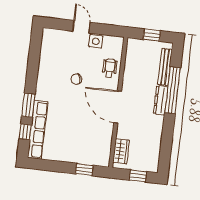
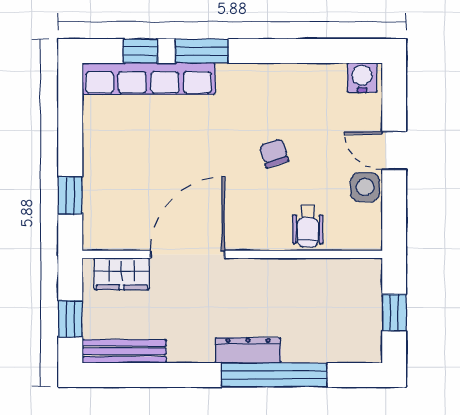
door: (81, 27) -> (394, 151), swing flipped
water cooler: (48, 37) -> (362, 78), added
bench: (165, 67) -> (124, 351), moved
wheelchair: (110, 68) -> (308, 226), turned 90
door: (118, 107) -> (188, 254), moved

